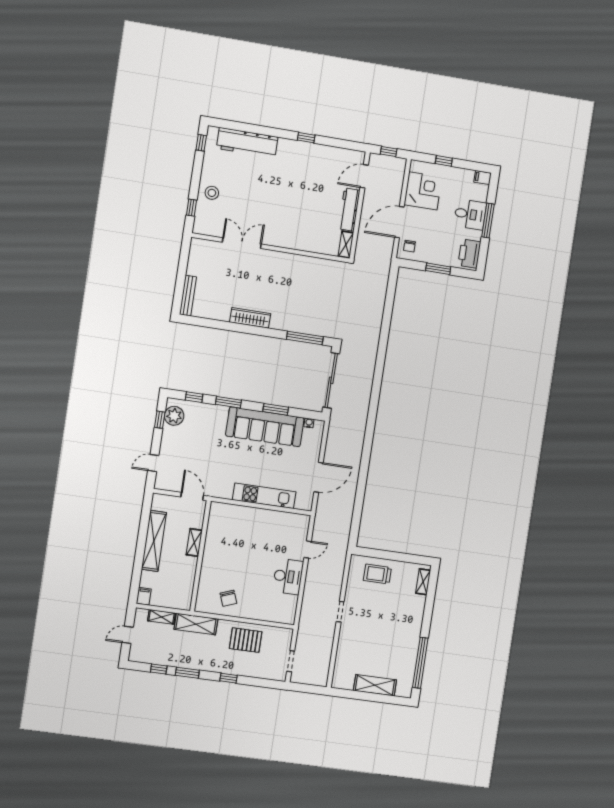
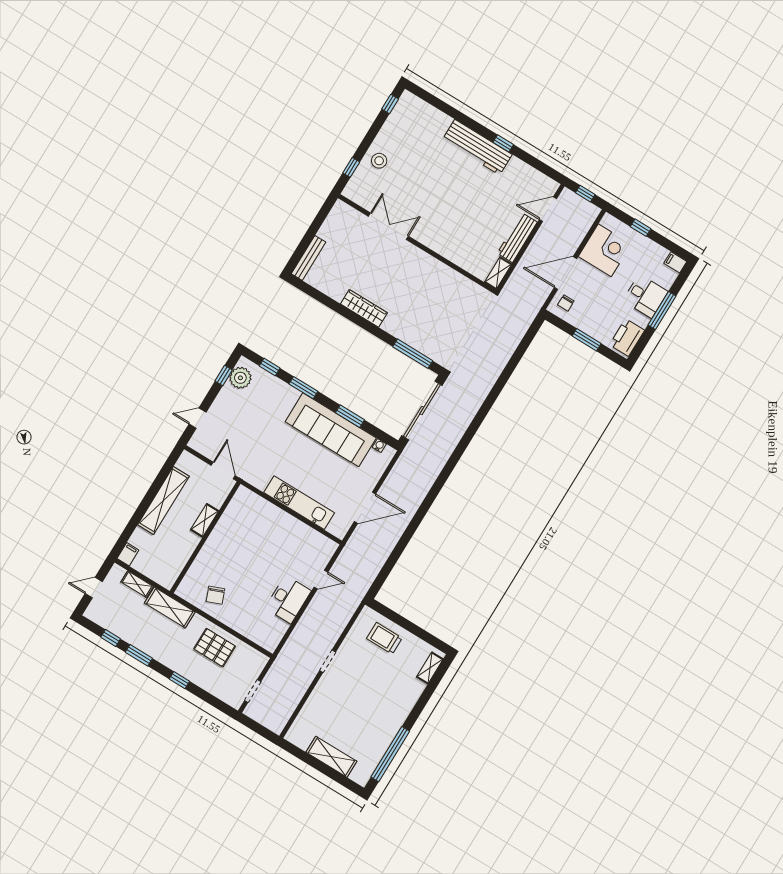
workbench: (247, 143) -> (477, 147), moved

